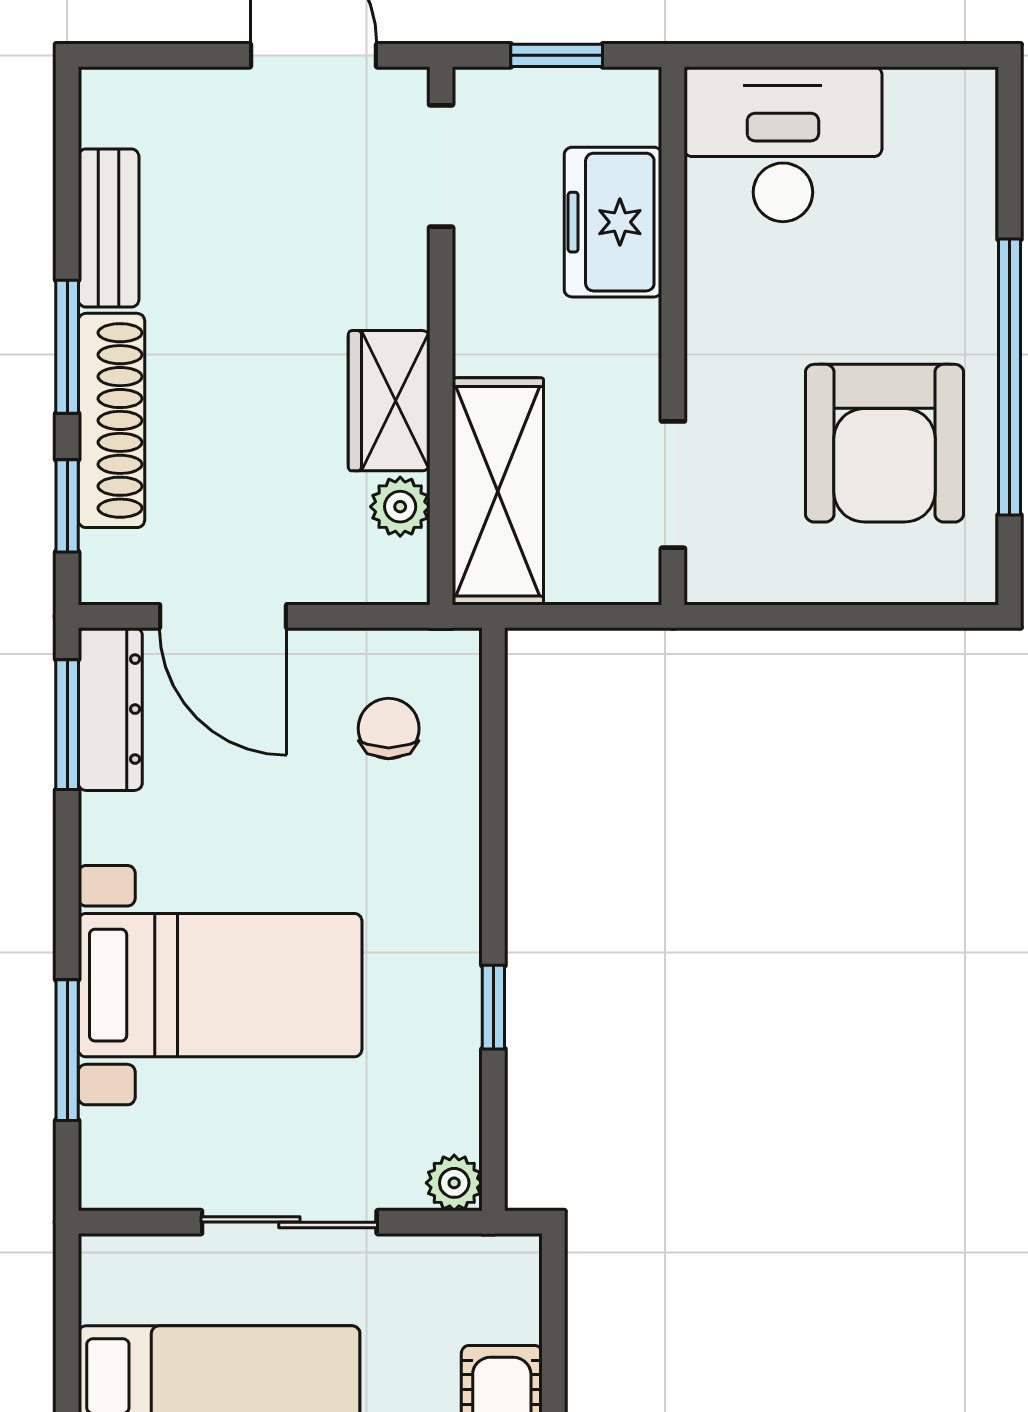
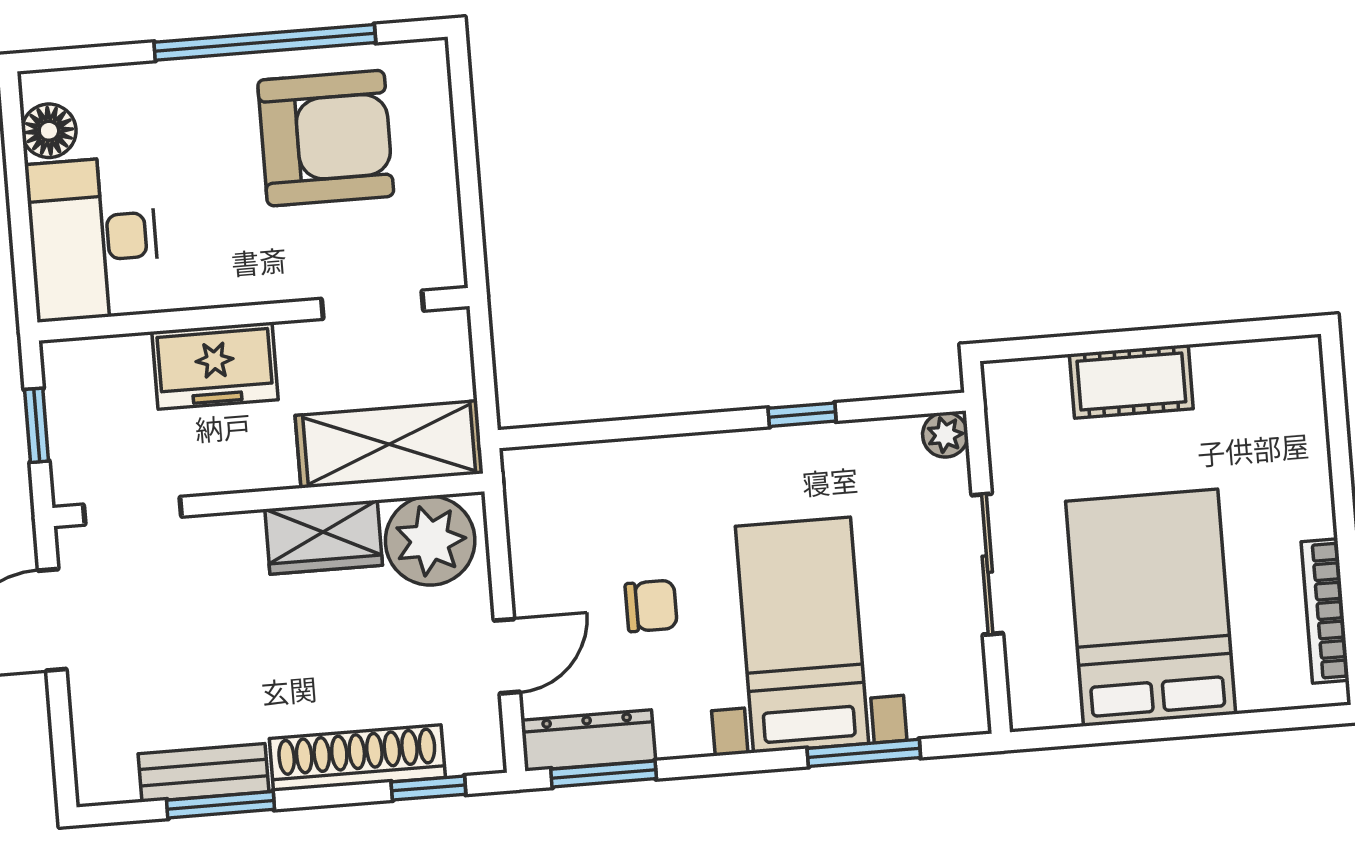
floor lamp: (921, 100) -> (49, 131), added
freezer: (613, 222) -> (215, 366), moved
window: (67, 347) -> (221, 805), moved
plant: (400, 507) -> (430, 541), width x1.88, depth x1.88
door: (223, 616) -> (507, 656), width x0.73
chair: (389, 728) -> (651, 606), moved, turned 180

